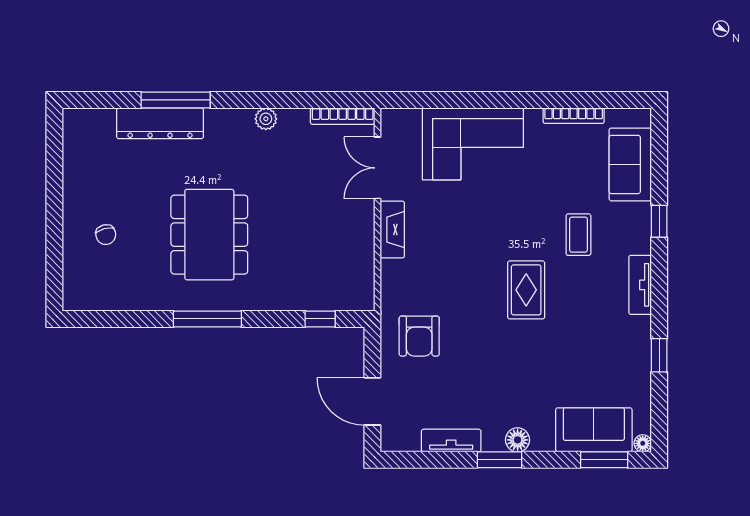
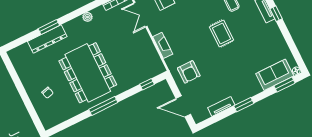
window: (176, 100) -> (49, 27), width x0.69
fireplace: (392, 230) -> (163, 45), moved
dining table: (209, 235) -> (88, 73), width x1.36, depth x1.24
window: (659, 355) -> (276, 14), moved
floor lamp: (518, 440) -> (247, 93), removed

